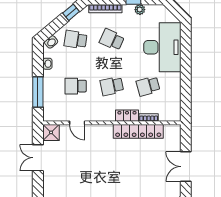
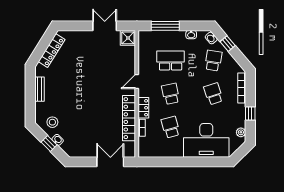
plant: (140, 10) -> (241, 132), moved
window: (71, 12) -> (228, 44), moved
school desk: (112, 40) -> (213, 94), turned -42
school desk: (76, 86) -> (171, 61), width x1.85
door: (77, 123) -> (137, 82), moved
double door: (186, 167) -> (110, 162), moved

